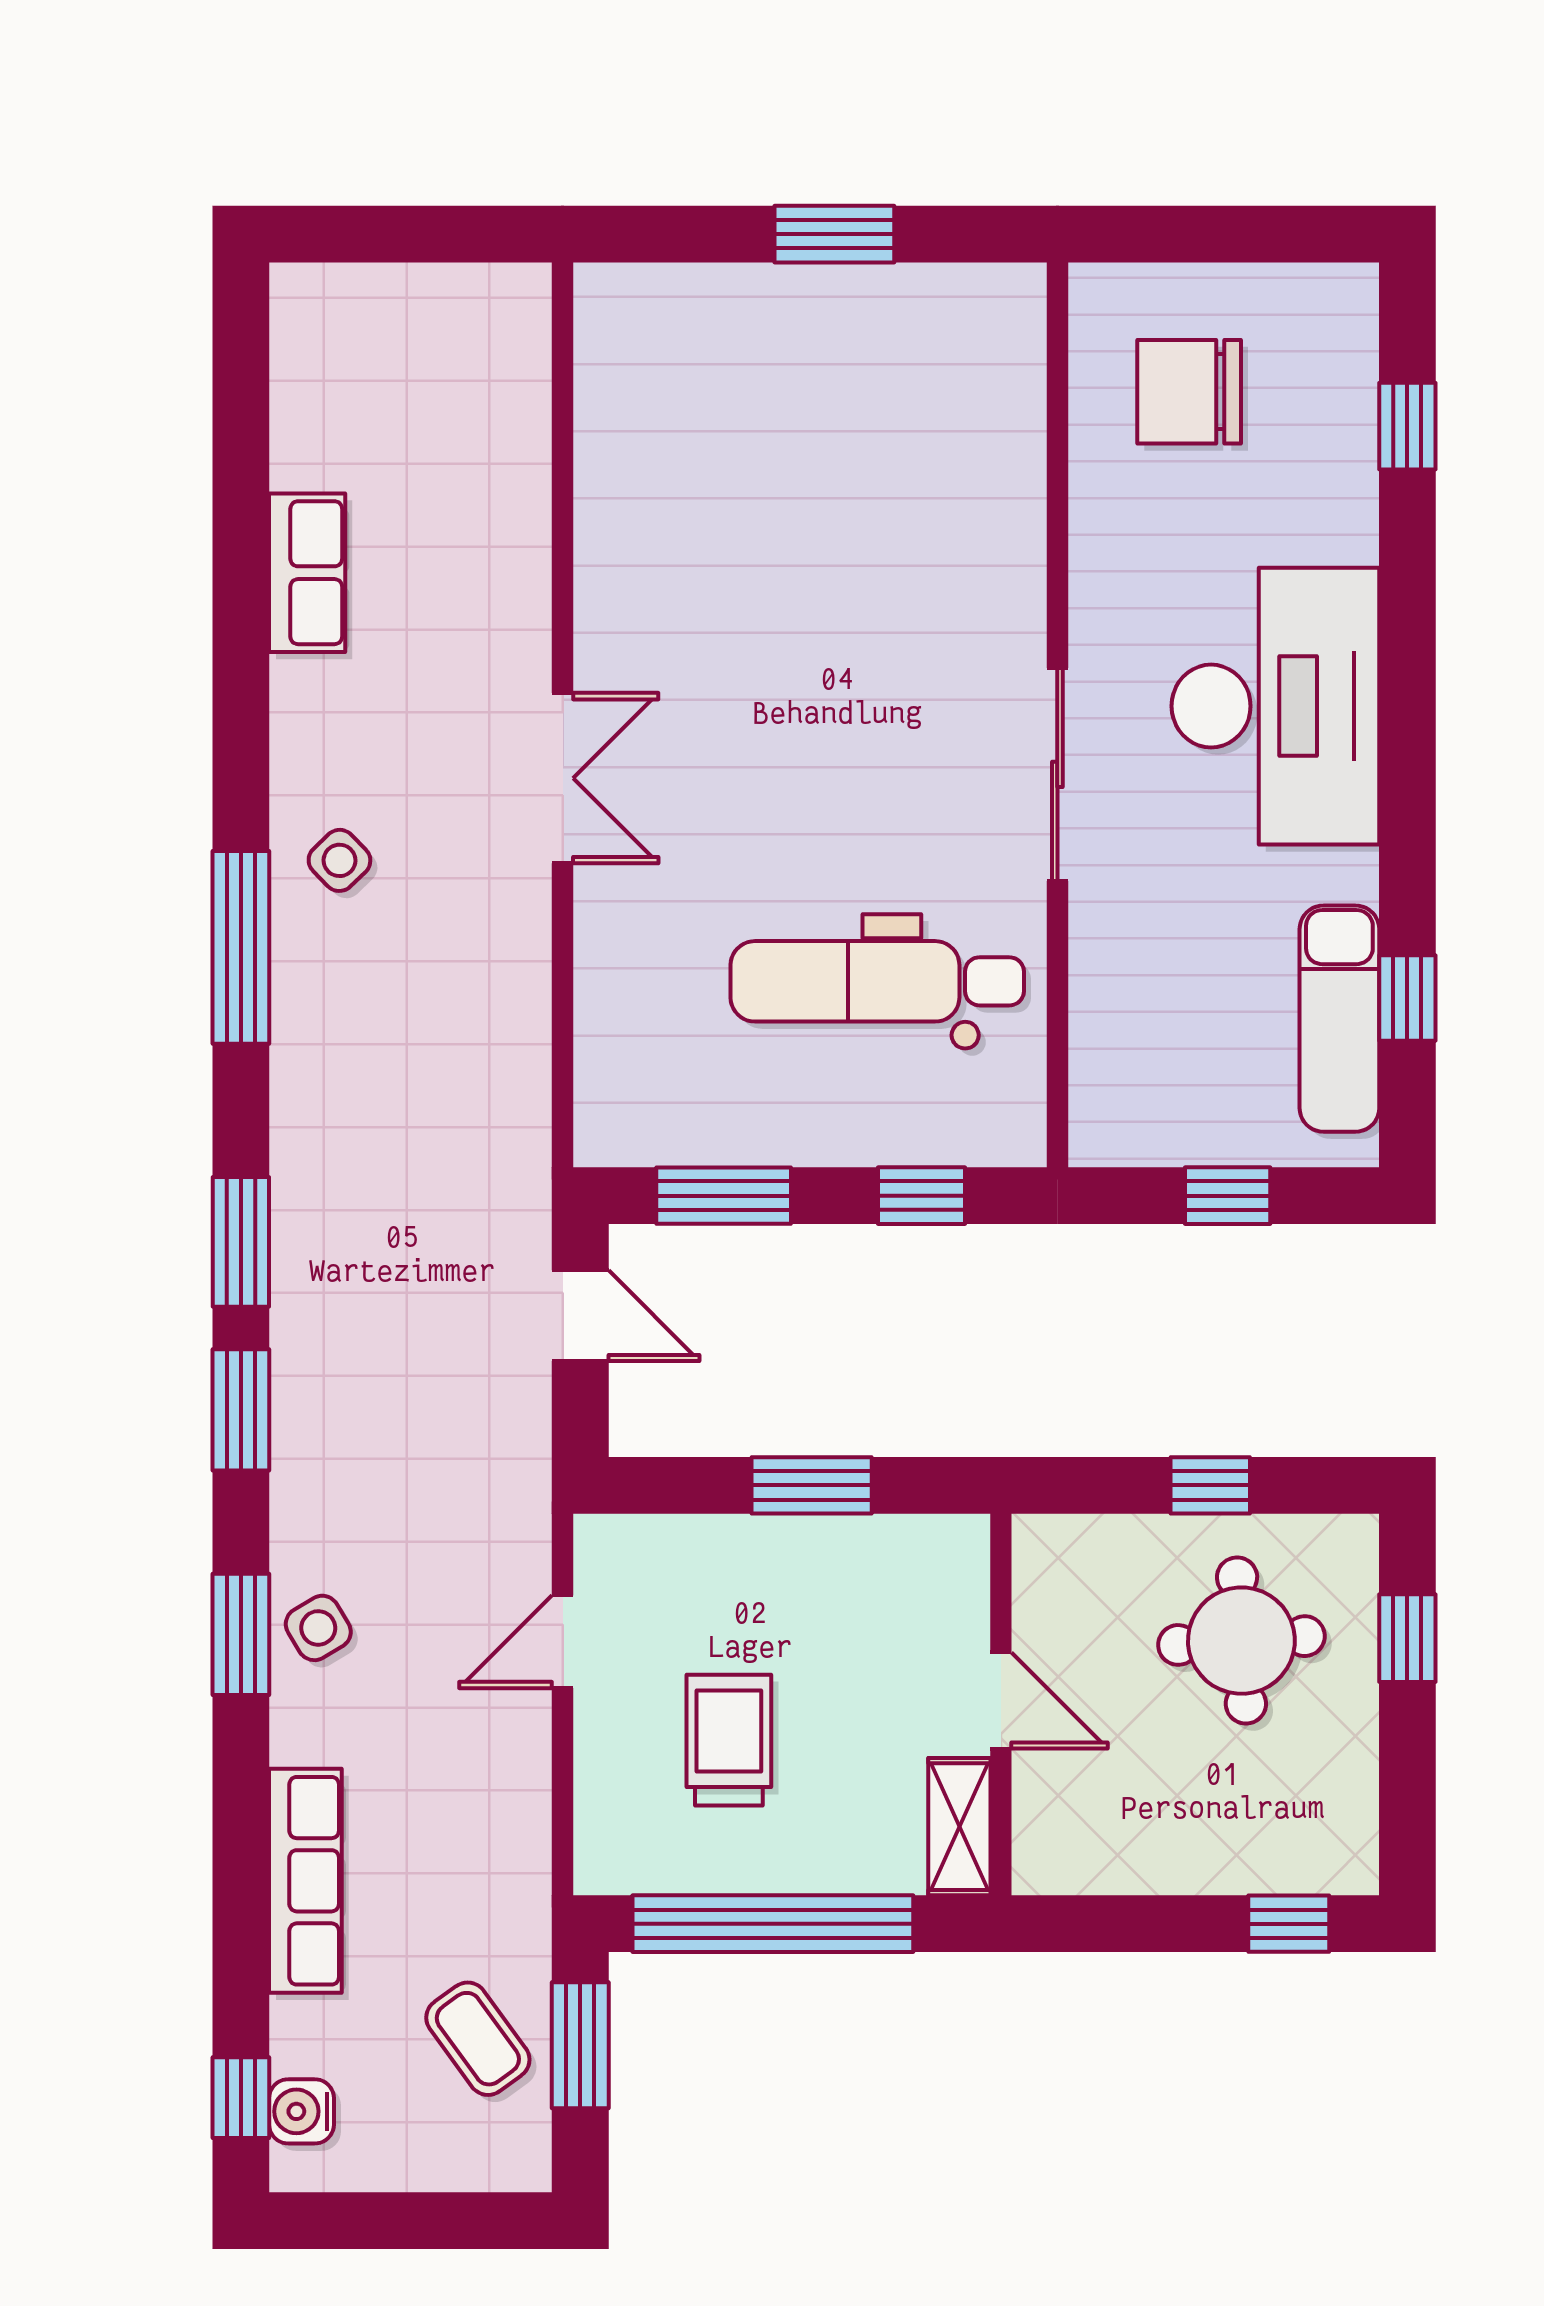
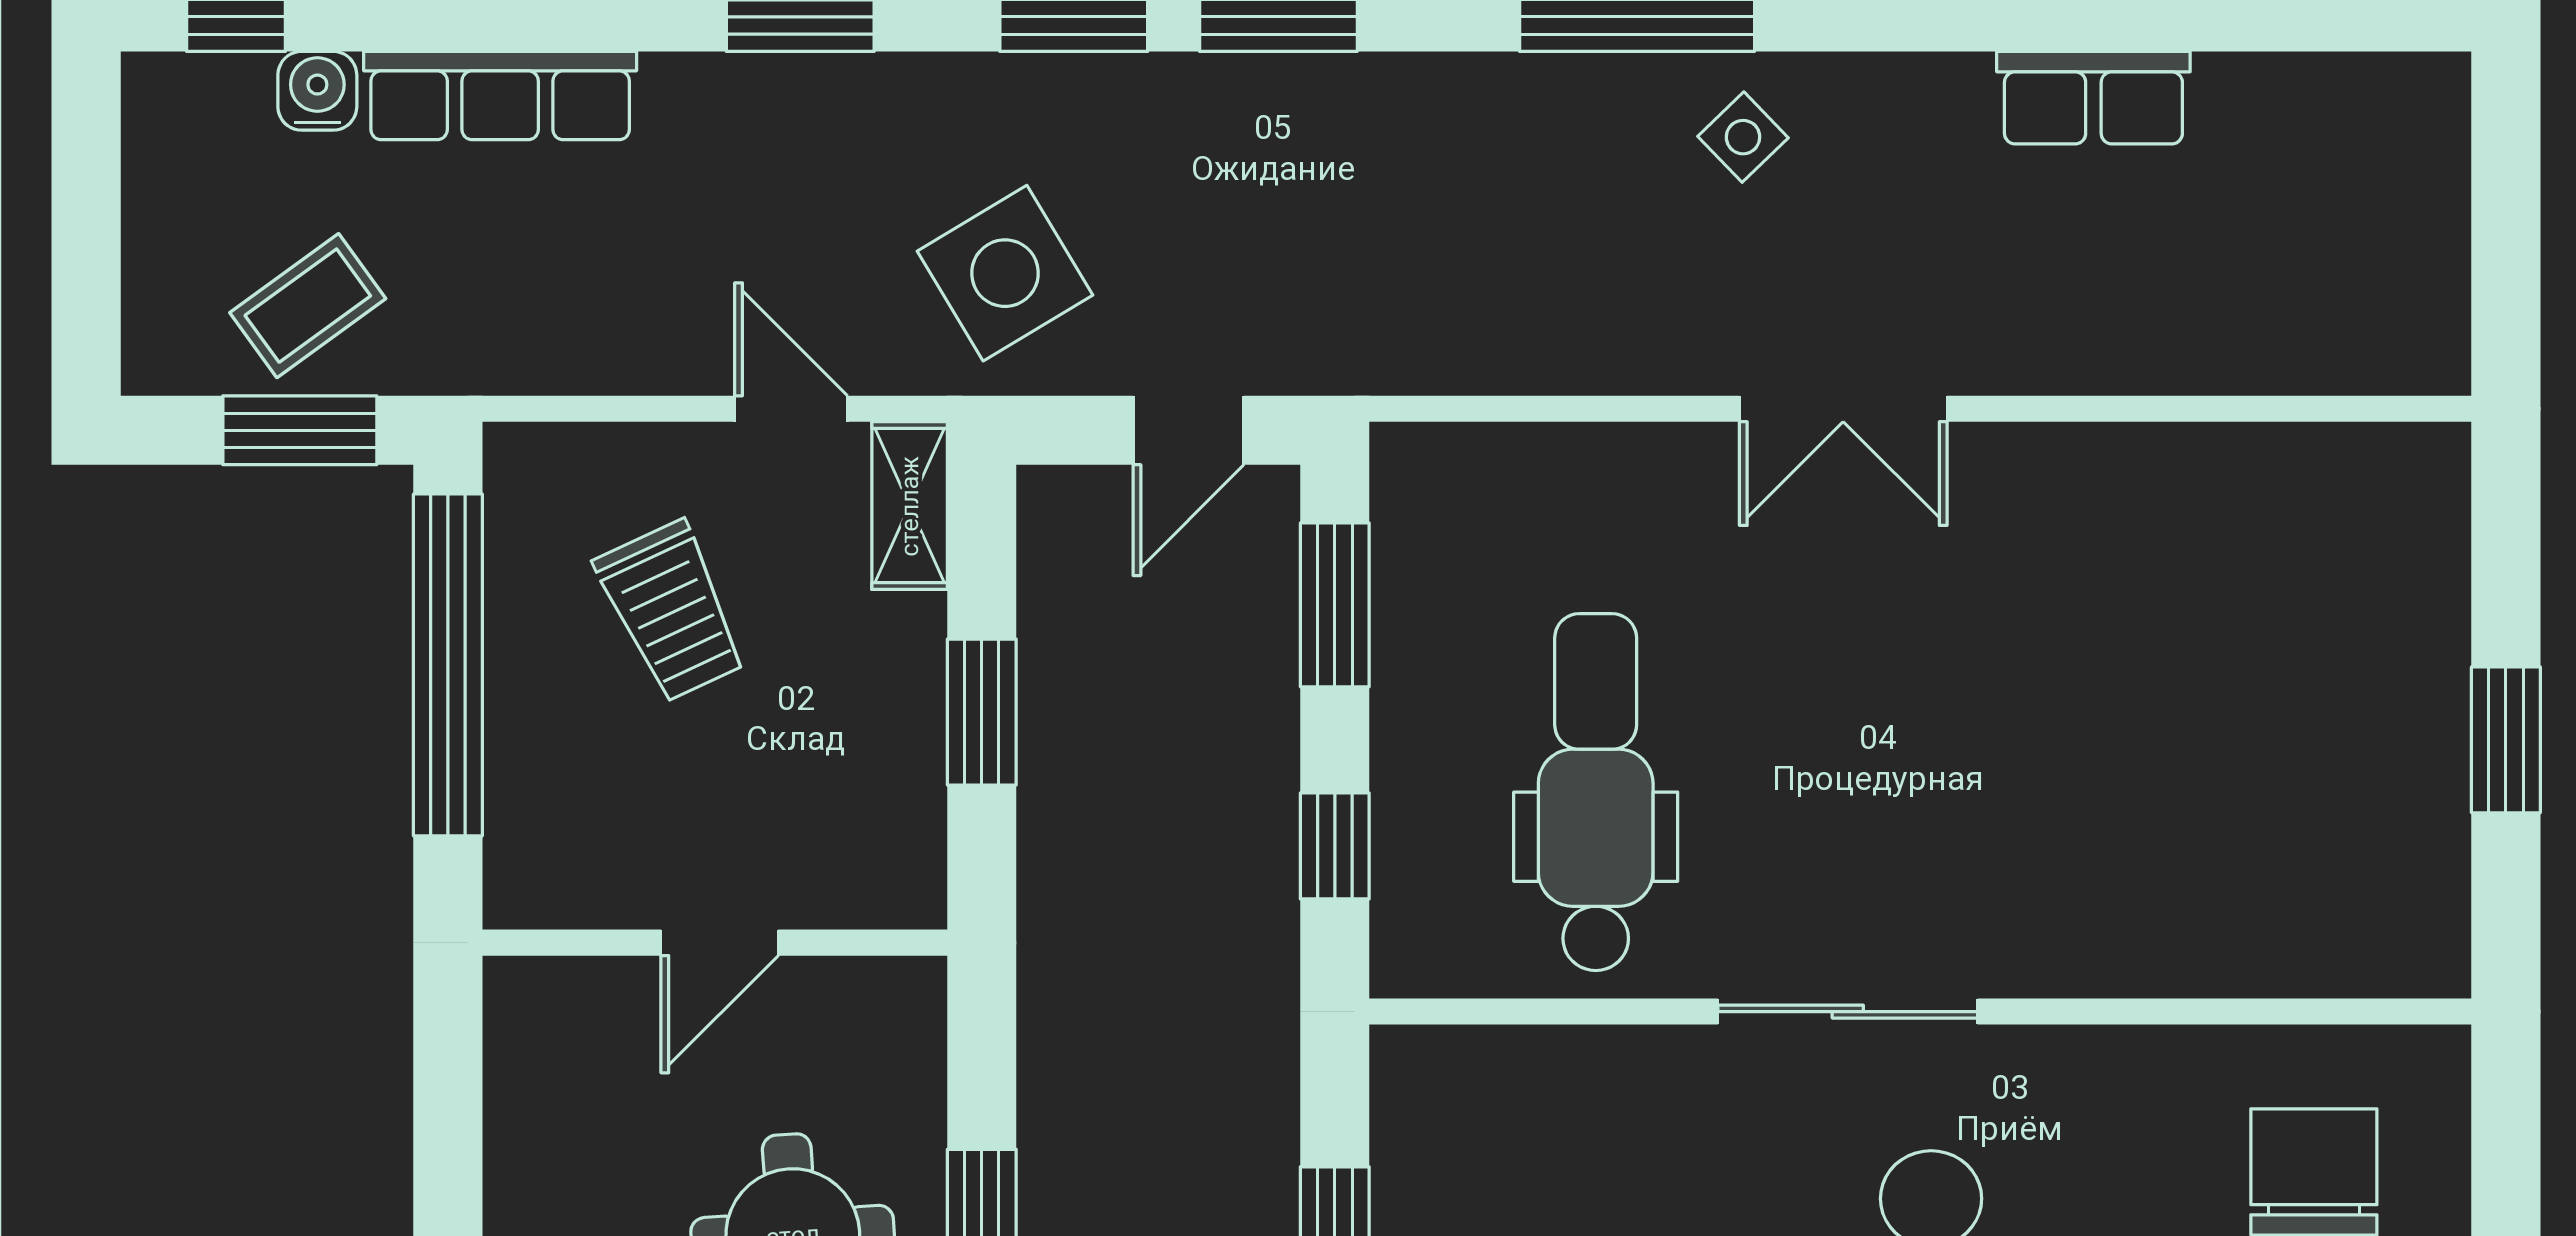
side table: (318, 1628) -> (1005, 273), moved, width x1.87, depth x1.87
trolley: (729, 1740) -> (671, 611), turned 65
shelving: (959, 1827) -> (910, 506), moved, turned 90
water cooler: (302, 2111) -> (317, 91), moved

